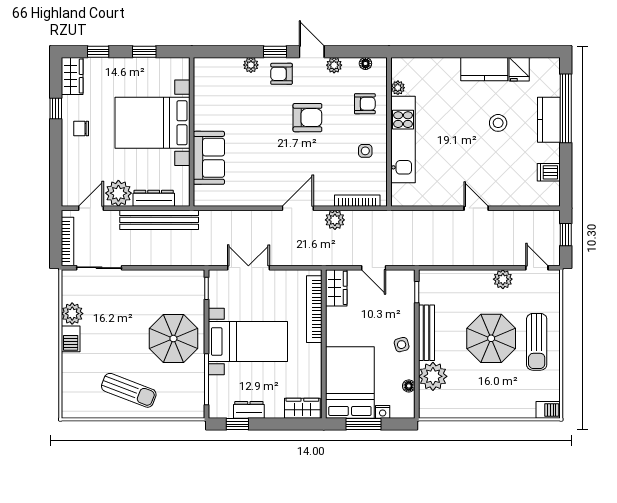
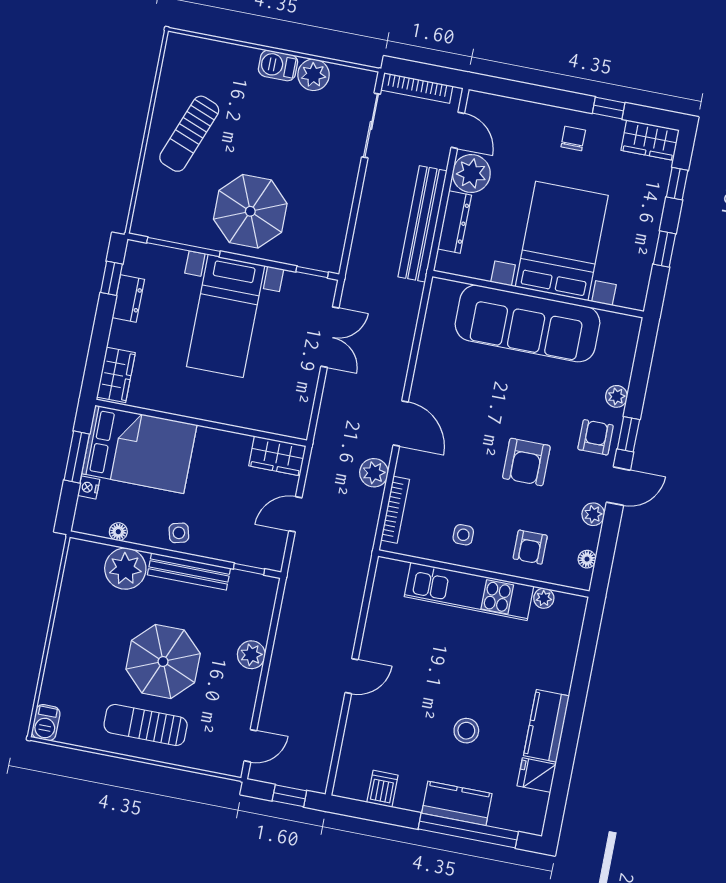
sofa: (209, 158) -> (527, 323), width x1.85, depth x1.27
plant: (503, 279) -> (251, 655), moved
bookcase: (314, 309) -> (253, 419), removed

